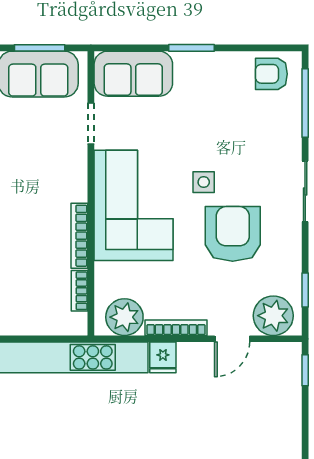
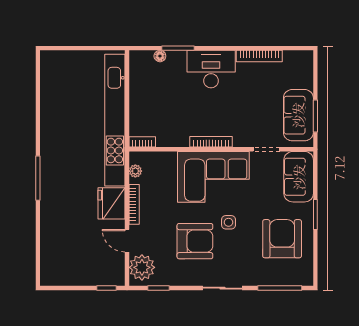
armchair: (271, 74) -> (282, 239), moved, width x1.88, depth x1.88
bookcase: (79, 236) -> (211, 142), moved
bookcase: (80, 291) -> (142, 142), moved
plant: (124, 317) -> (135, 171), width x0.53, depth x0.53
fridge: (163, 357) -> (112, 203), width x1.88, depth x1.34

